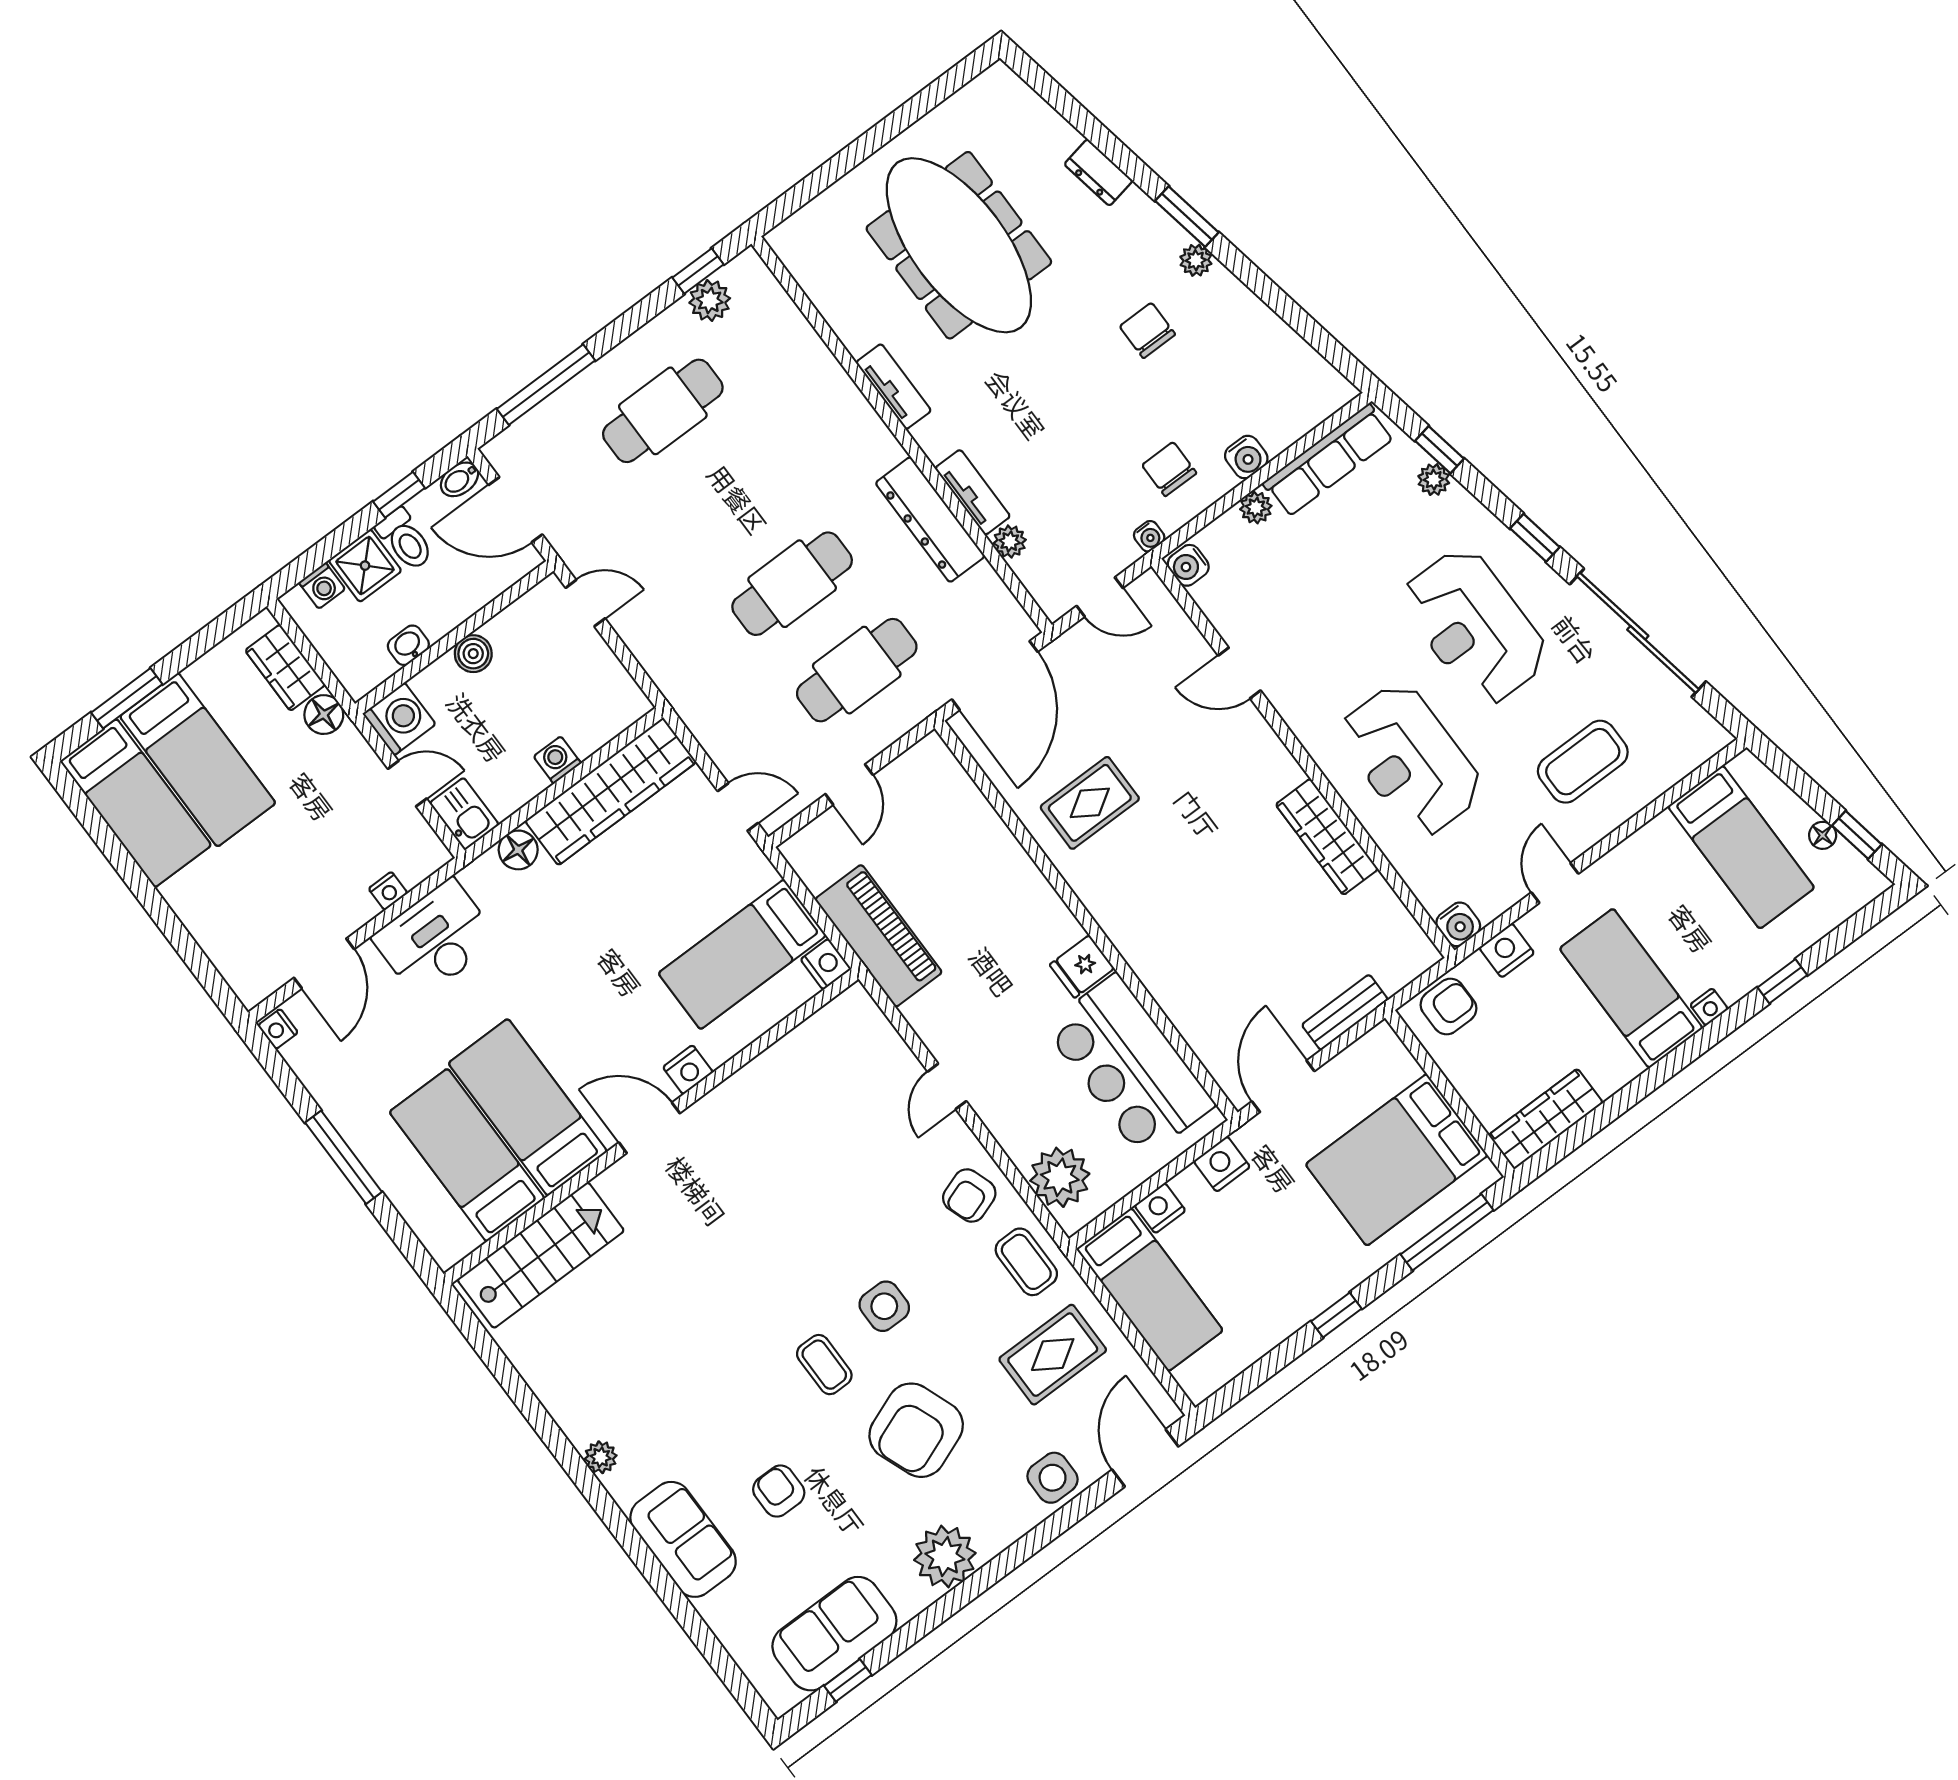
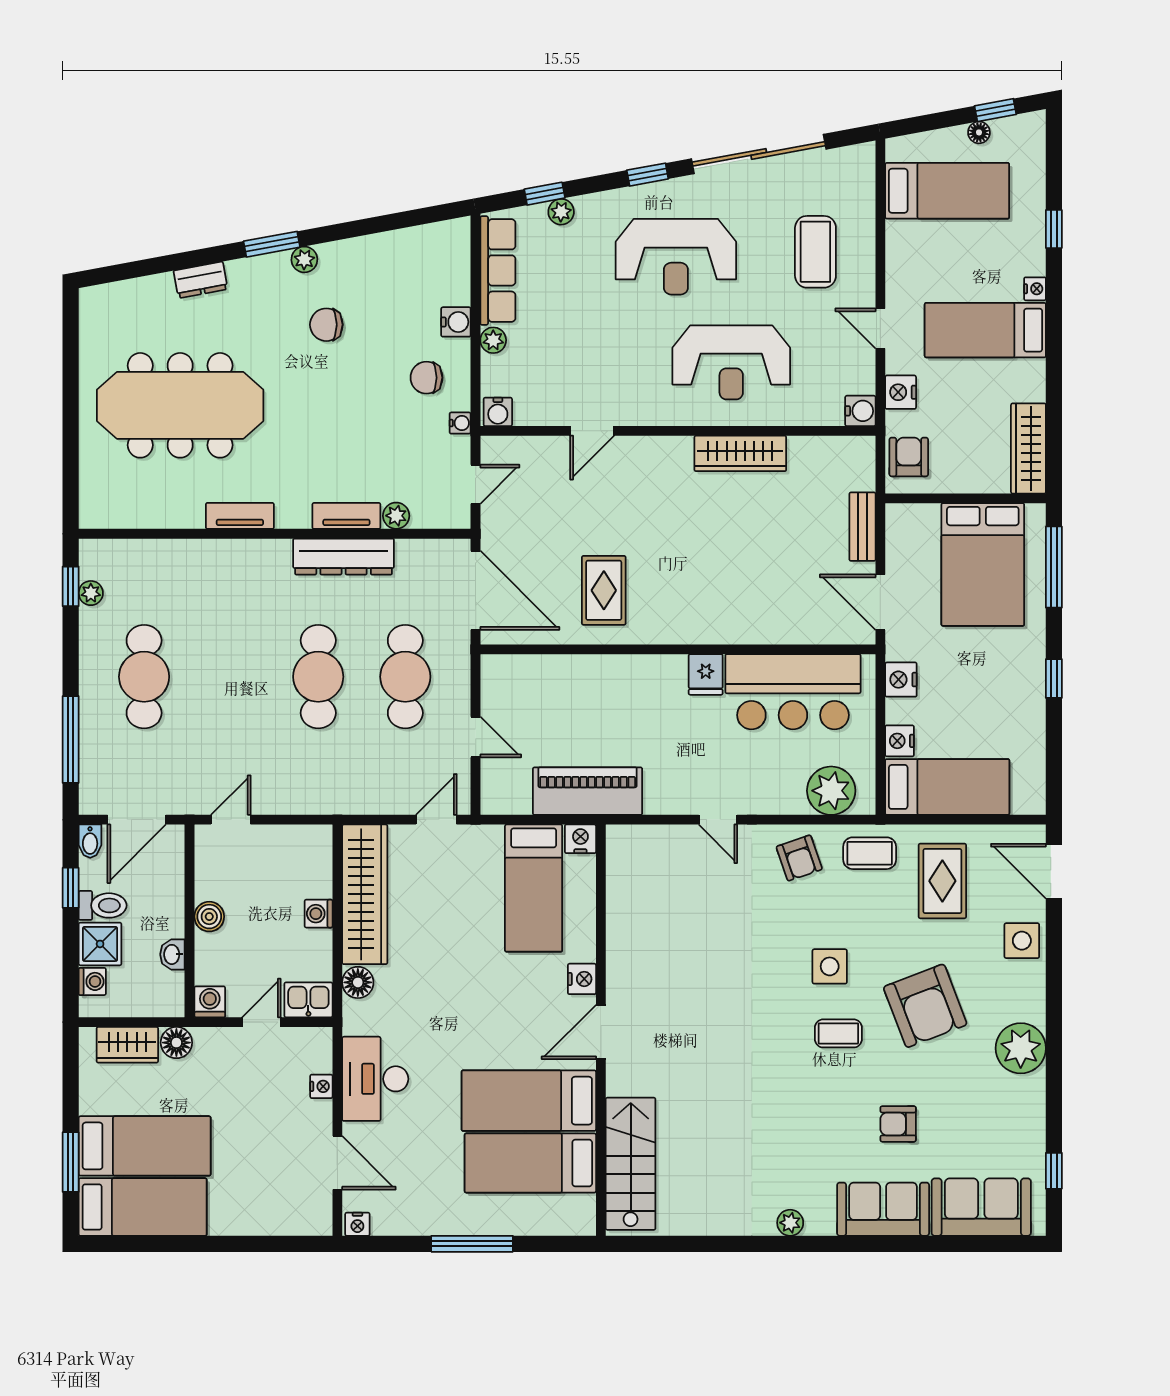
plant: (710, 300) -> (91, 593), width x0.73, depth x0.73
washing machine: (399, 719) -> (210, 1002), width x0.73, depth x0.73
sofa: (834, 1634) -> (981, 1207), moved, turned 90

